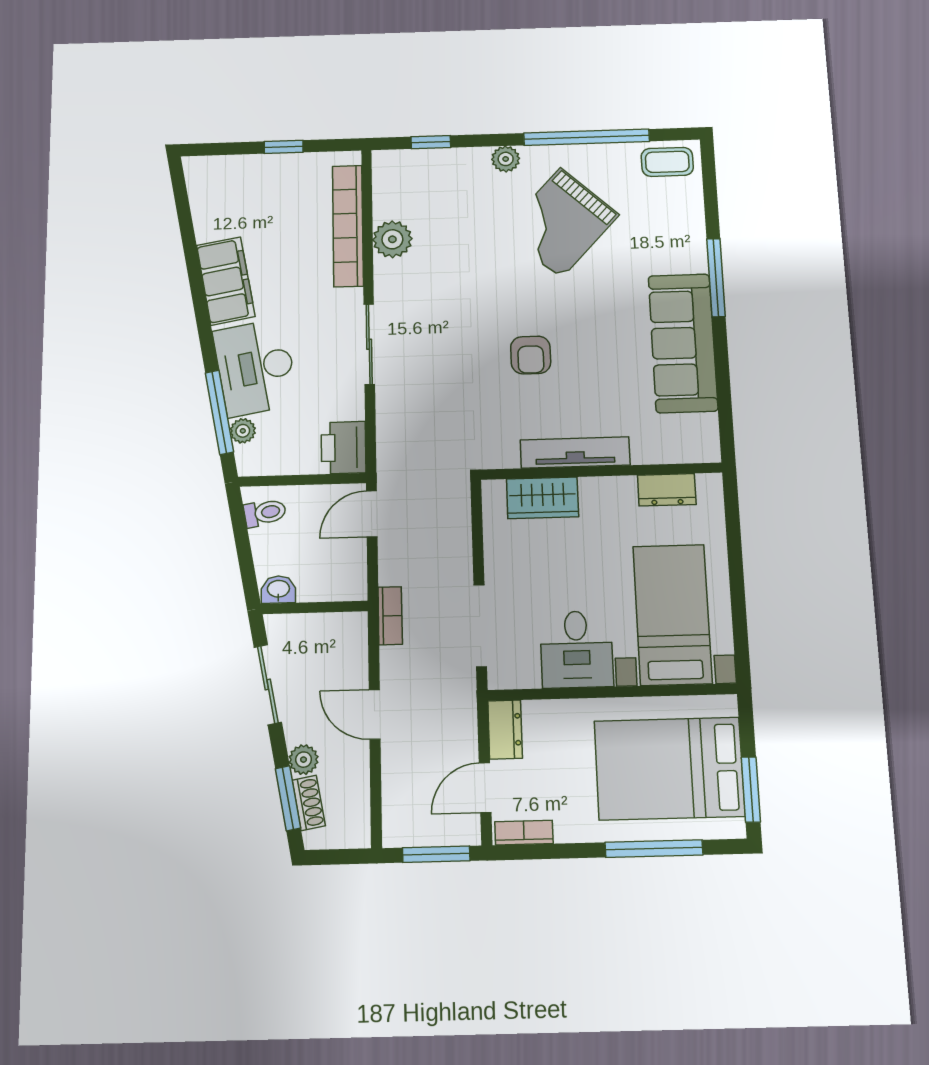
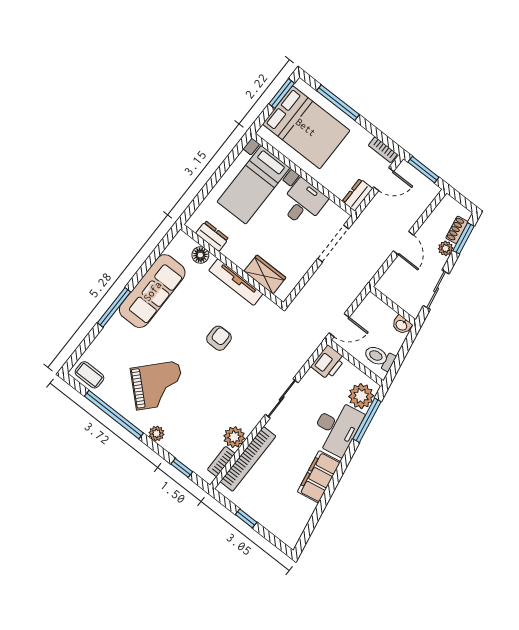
plant: (243, 431) -> (361, 396), width x1.87, depth x1.87
floor lamp: (660, 449) -> (200, 255), added
toilet: (265, 513) -> (379, 357), width x1.37, depth x1.39
bookcase: (390, 616) -> (221, 462), moved

